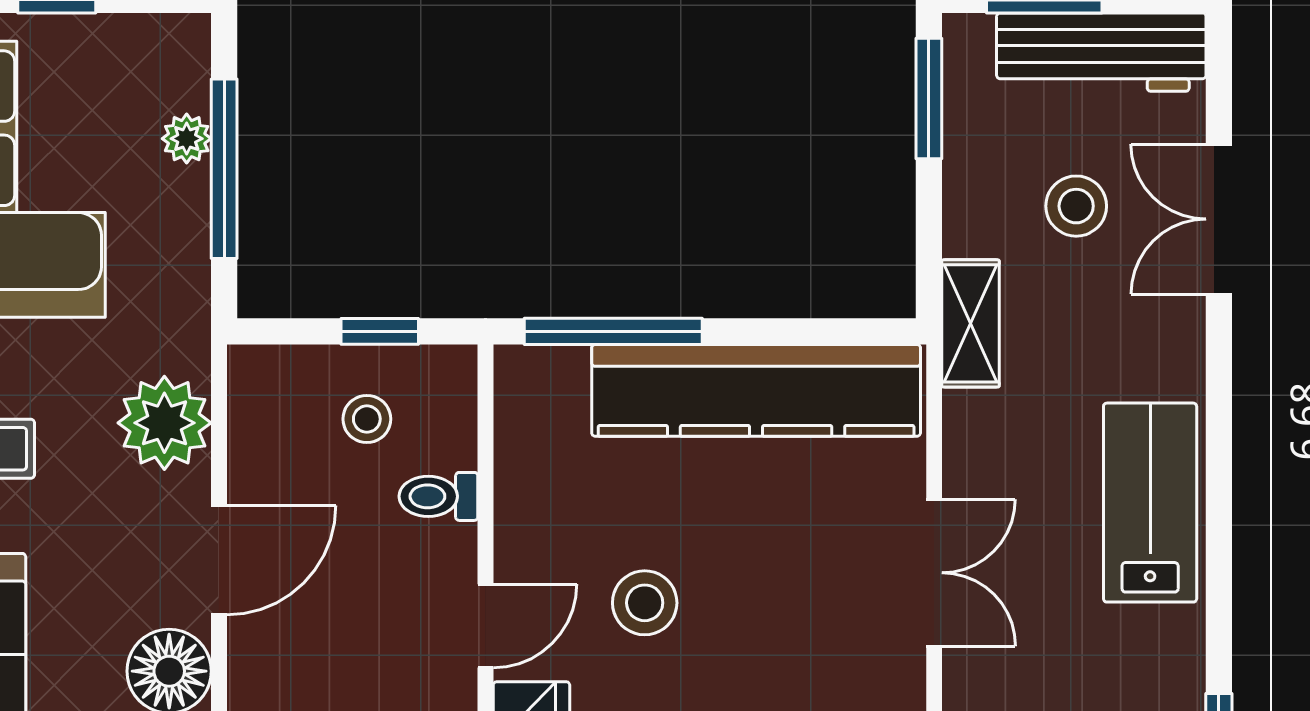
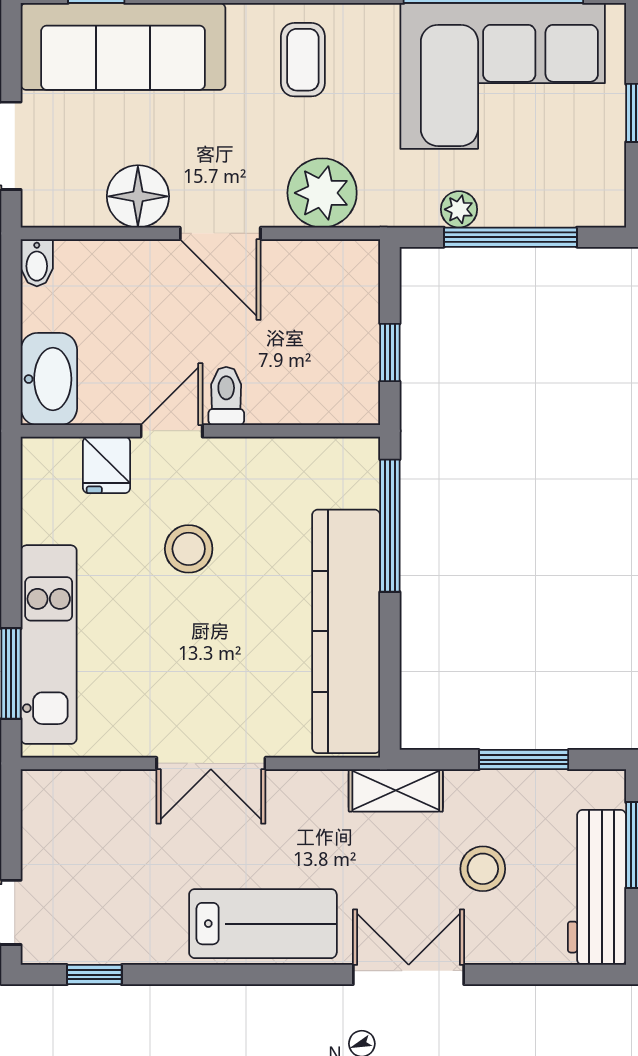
window: (929, 99) -> (524, 760), moved
plant: (187, 139) -> (459, 209), moved
double door: (1219, 219) -> (409, 975), moved
stool: (367, 419) -> (325, 343), removed
toilet: (438, 496) -> (226, 396), moved
door: (486, 626) -> (172, 431), swing flipped

